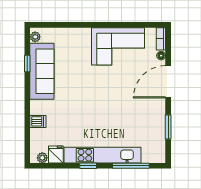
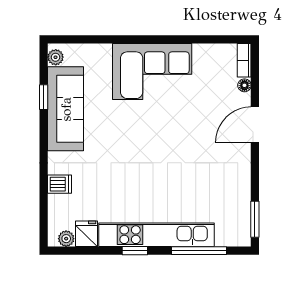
corner sofa: (118, 46) -> (152, 71), moved
door: (168, 82) -> (255, 125), width x0.73
window: (168, 127) -> (255, 219), moved

